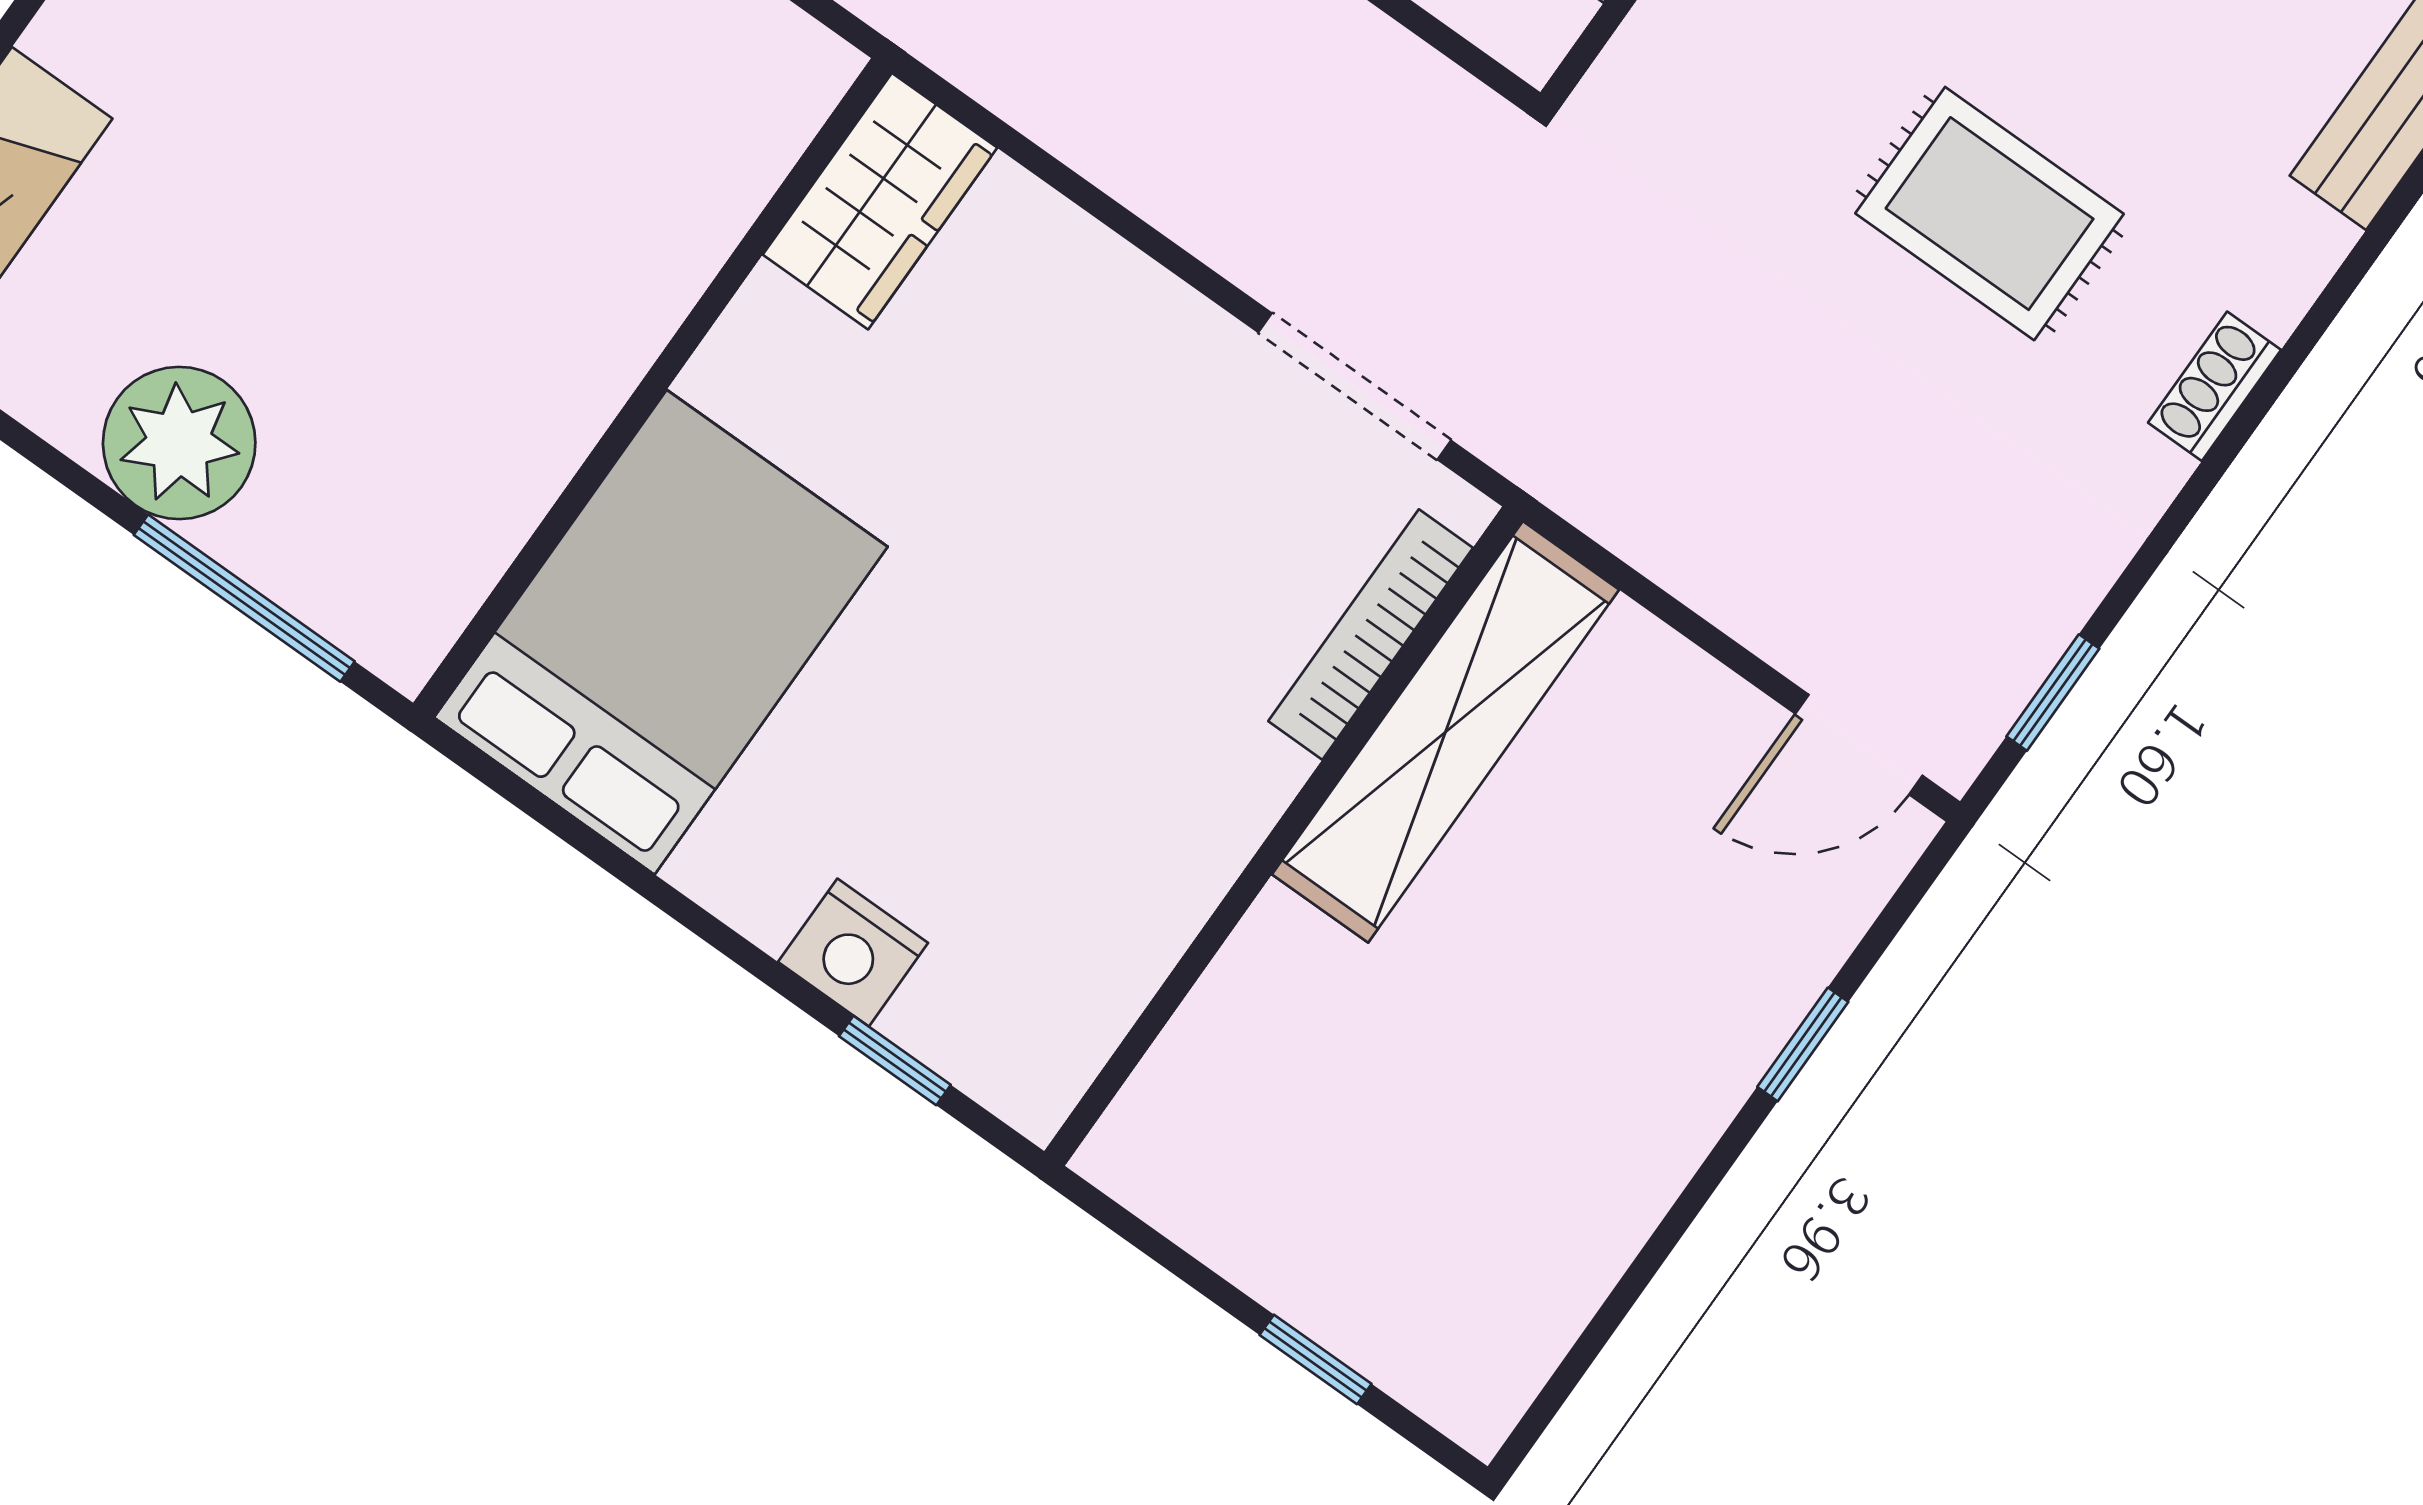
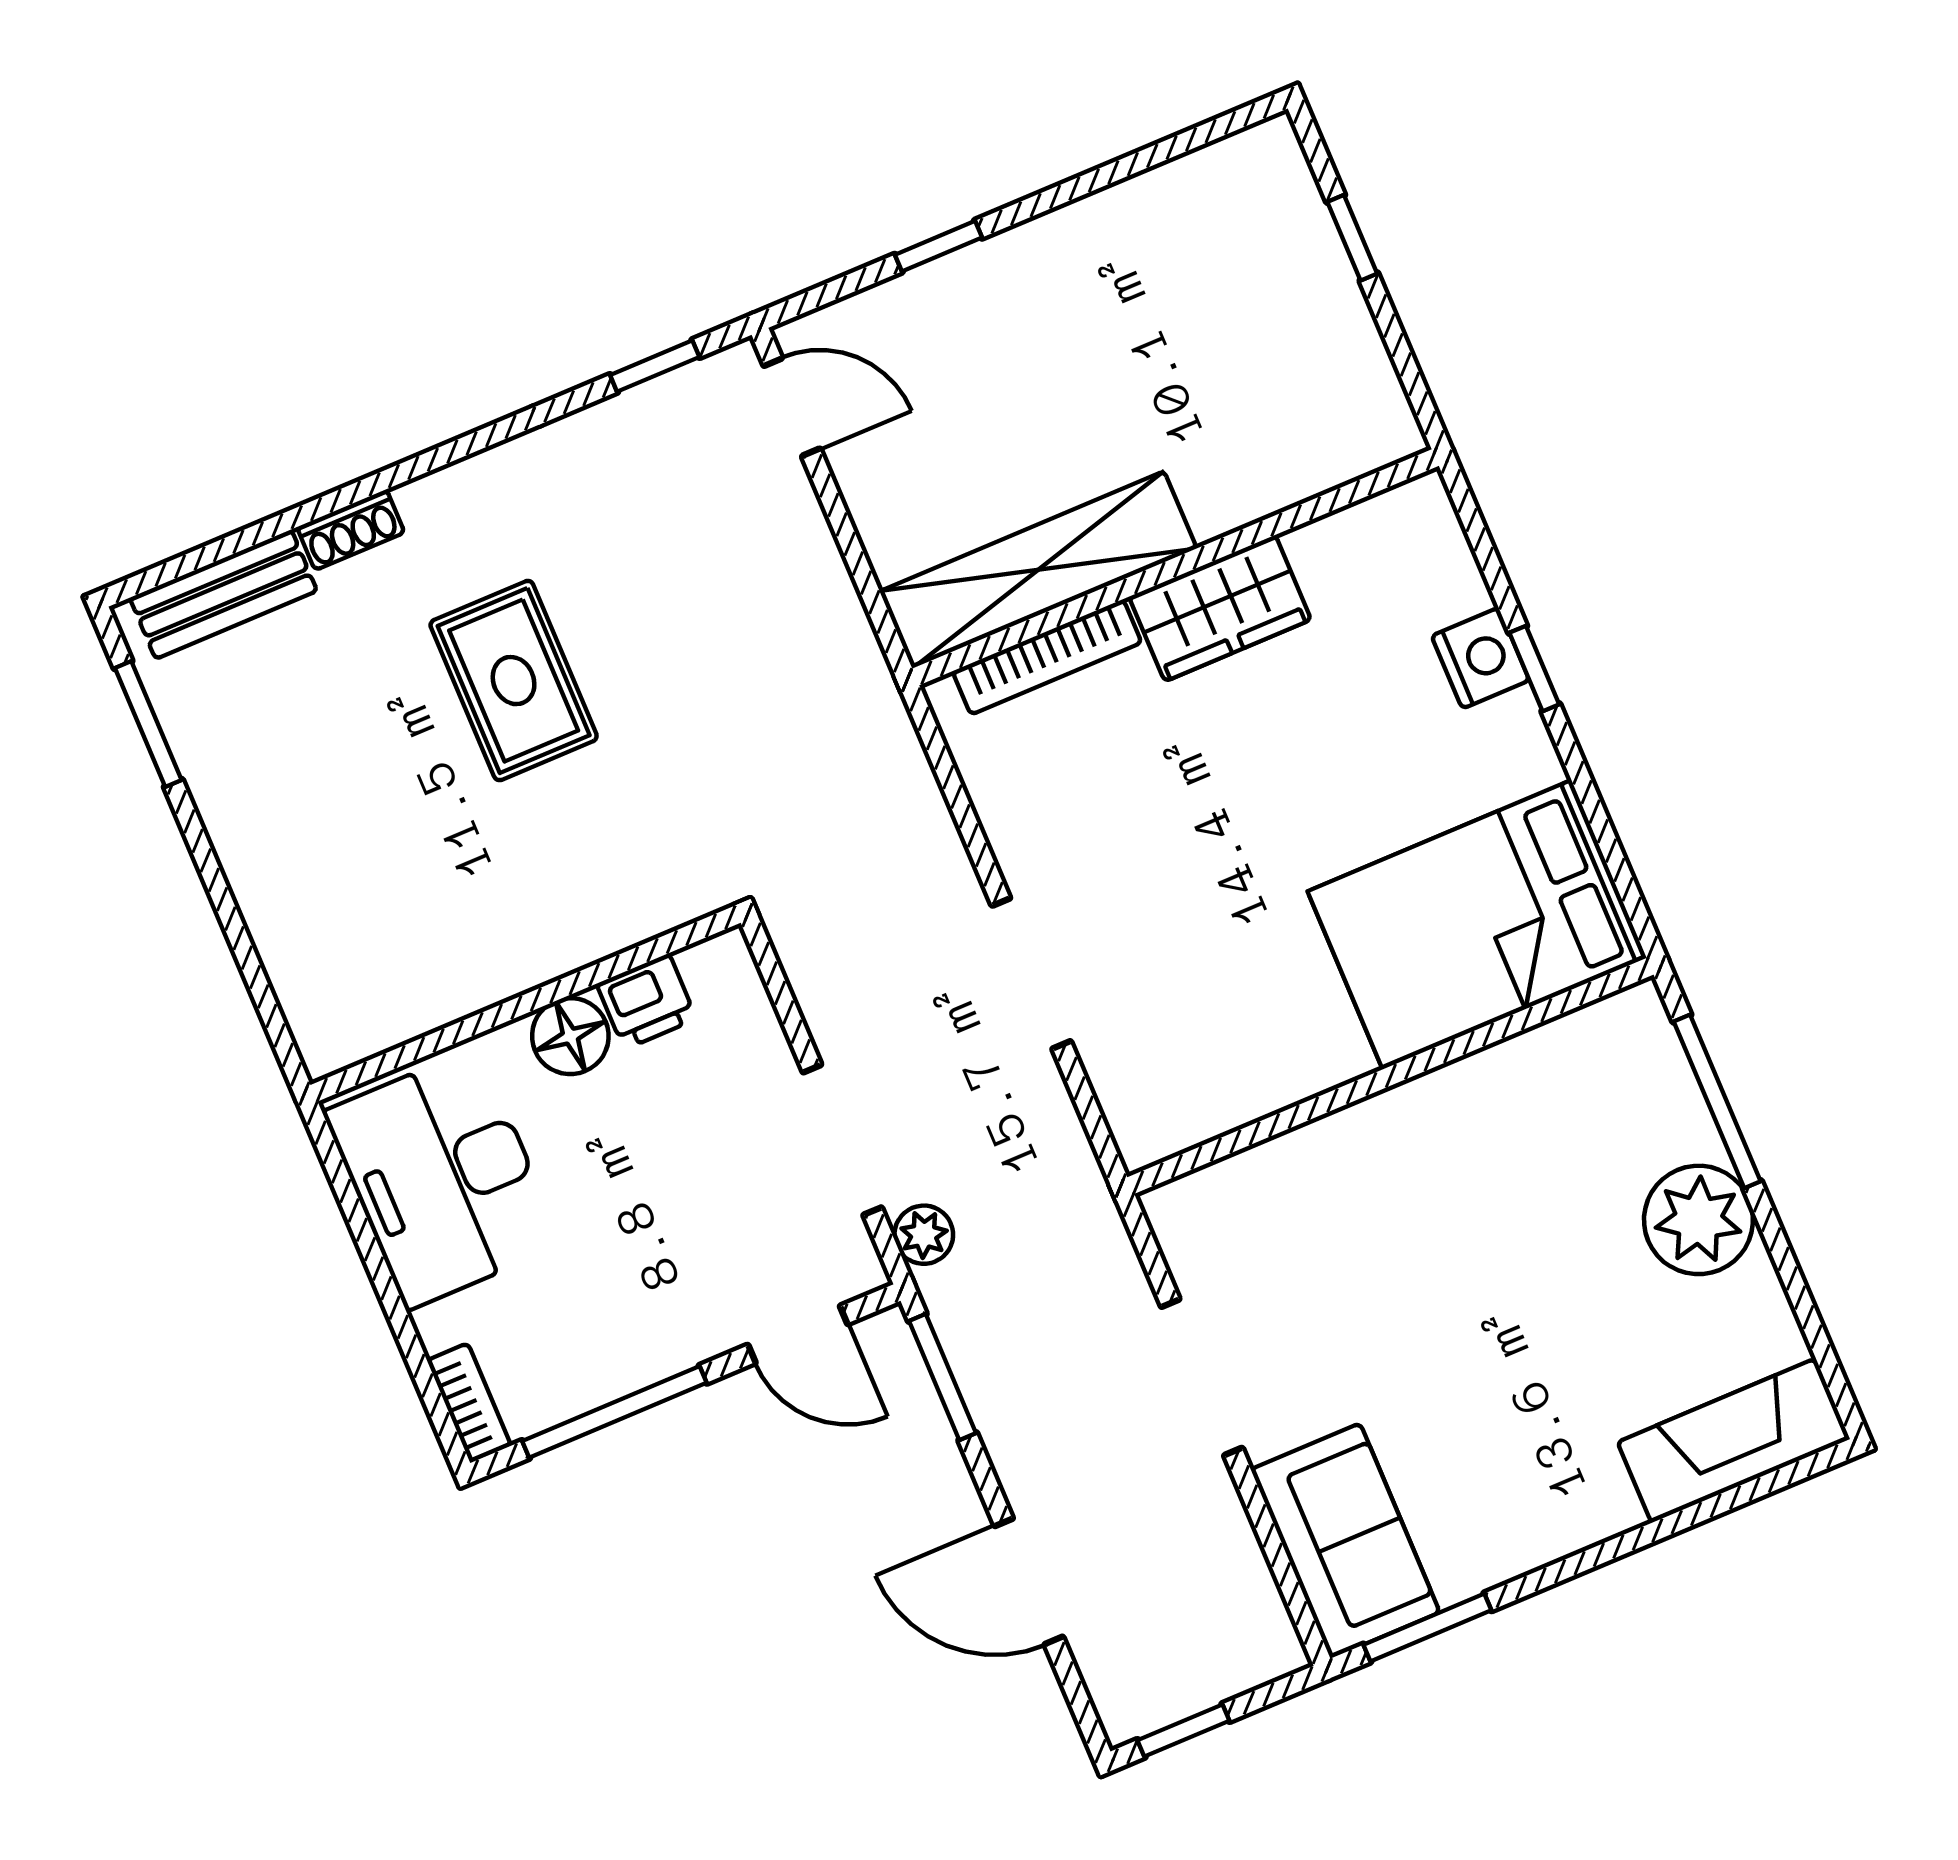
wardrobe: (880, 201) -> (1220, 608), moved, turned 180
doorway: (1355, 386) -> (1031, 973), moved
shoe rack: (2215, 386) -> (351, 530), moved
window: (895, 1060) -> (1534, 669), moved

